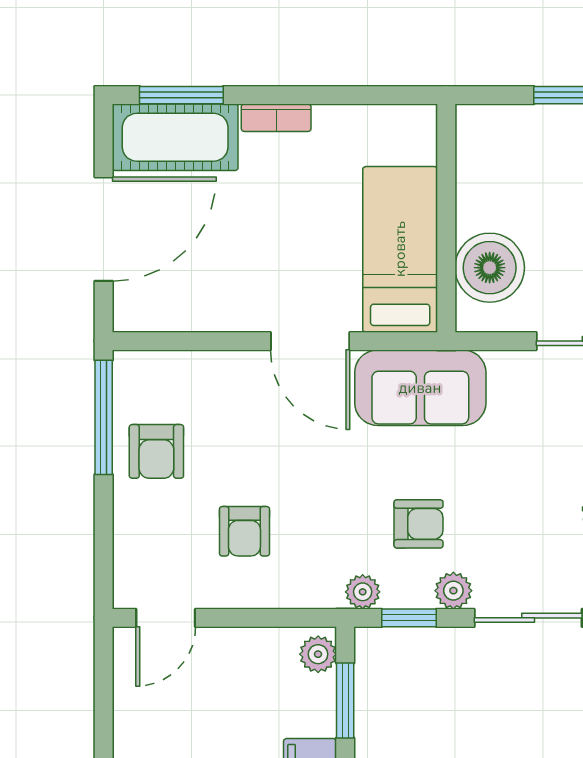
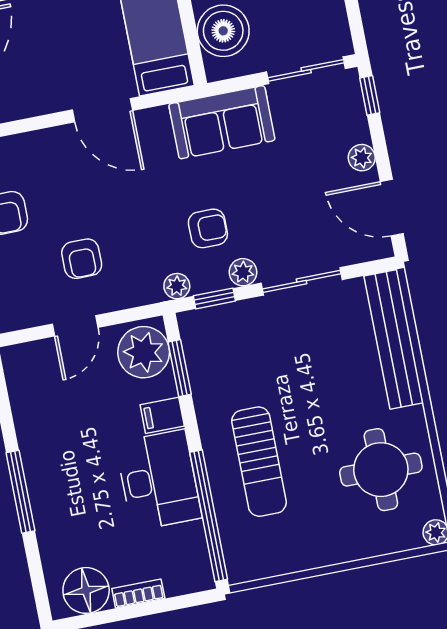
sofa: (420, 388) -> (222, 122), moved
door: (166, 618) -> (75, 326), moved
plant: (318, 654) -> (144, 352), width x1.88, depth x1.88

